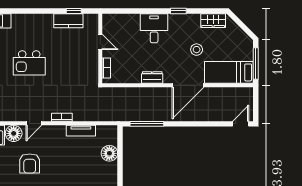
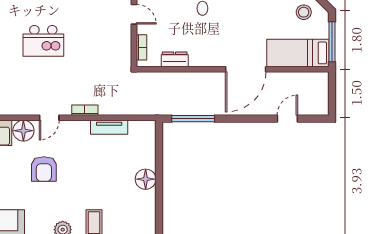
stool: (197, 50) -> (304, 12), moved
dresser: (152, 77) -> (175, 59), moved
door: (241, 124) -> (287, 119), moved
floor lamp: (109, 153) -> (146, 179), moved

